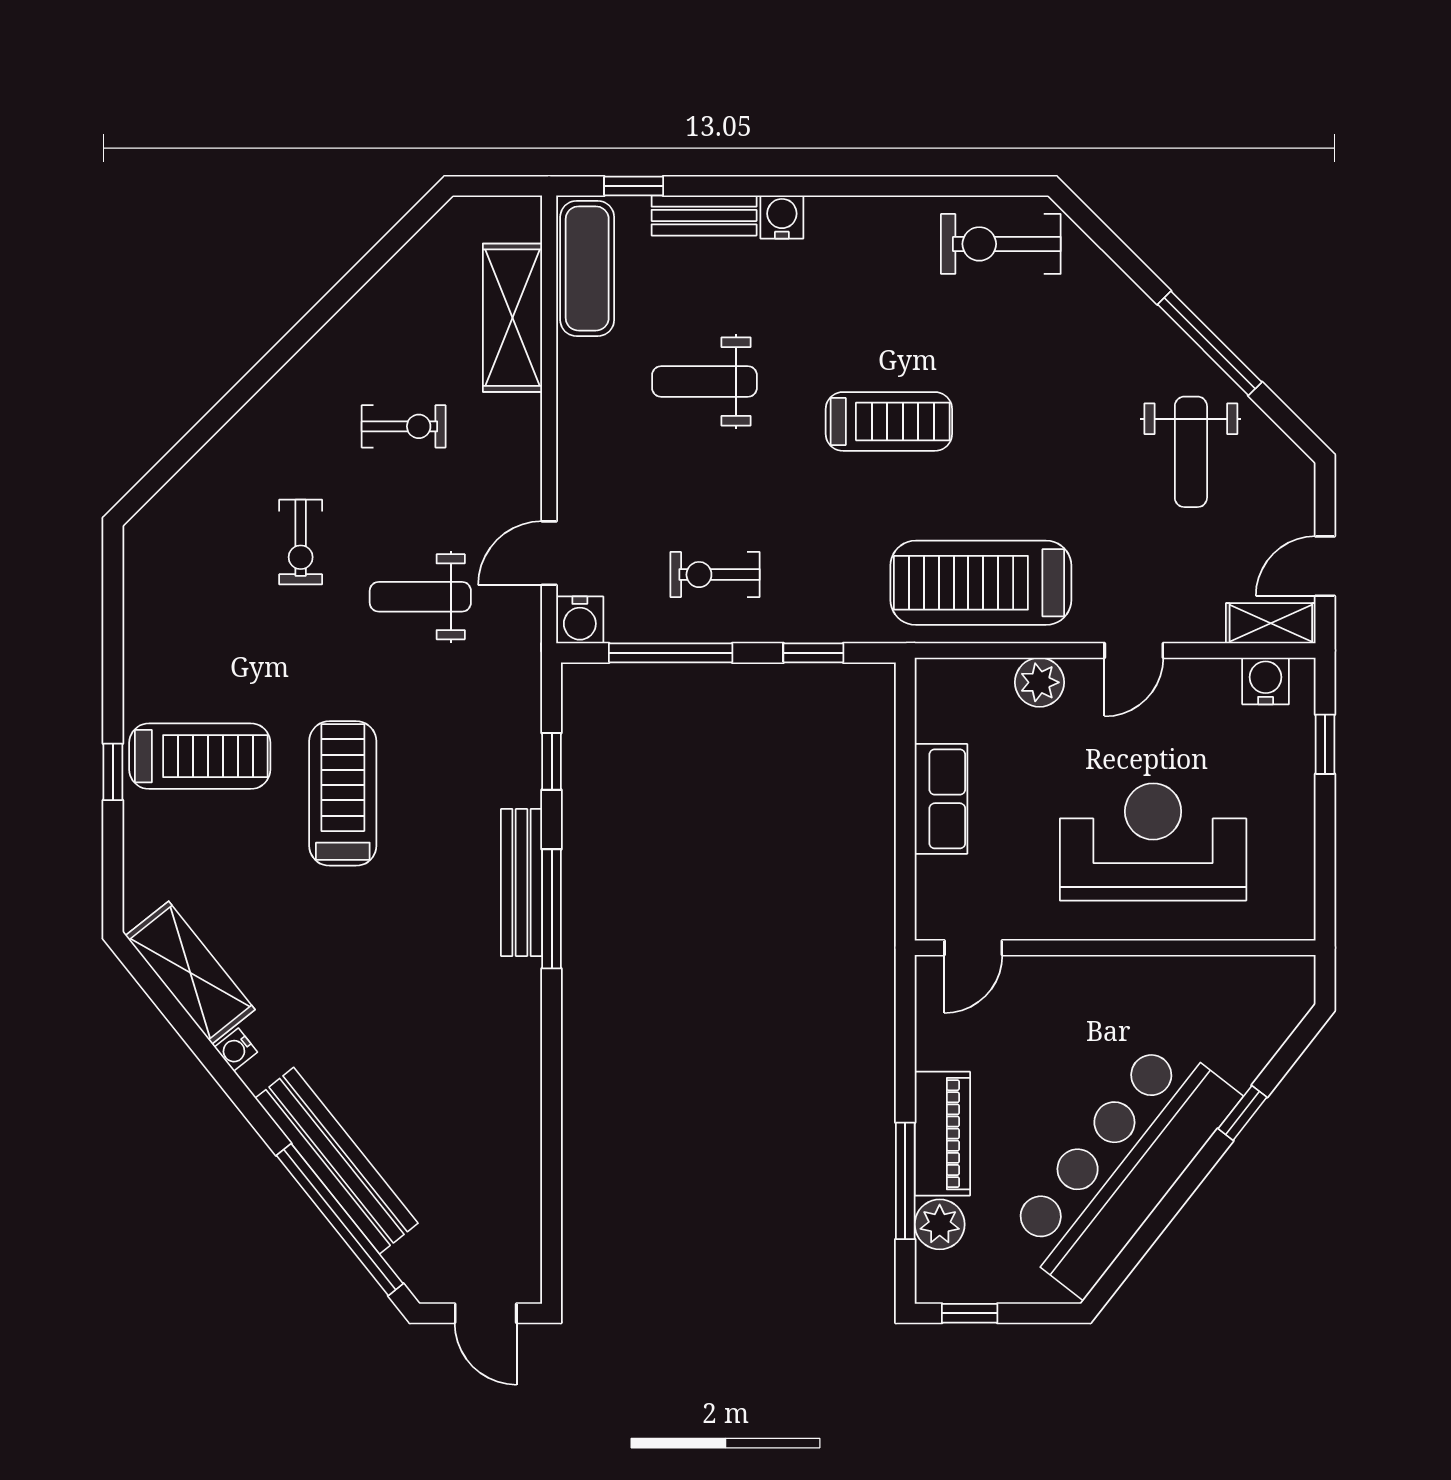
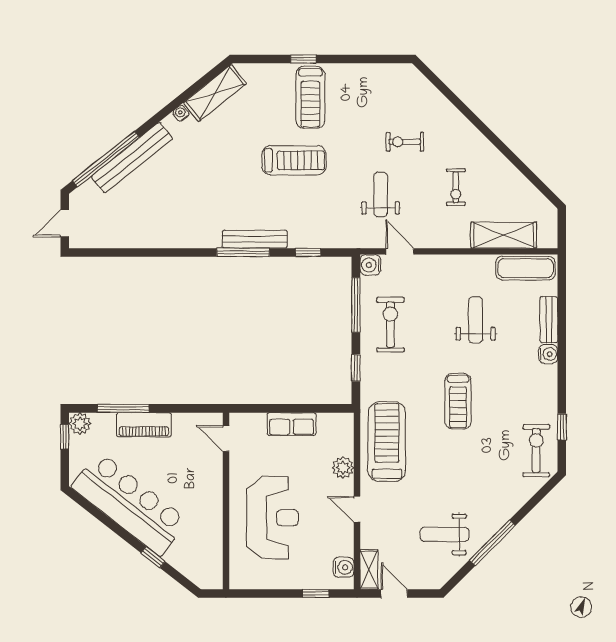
window: (634, 186) -> (562, 427), moved
exercise bike: (715, 575) -> (390, 325), width x1.38, depth x1.39
plant: (940, 1224) -> (80, 424), moved

